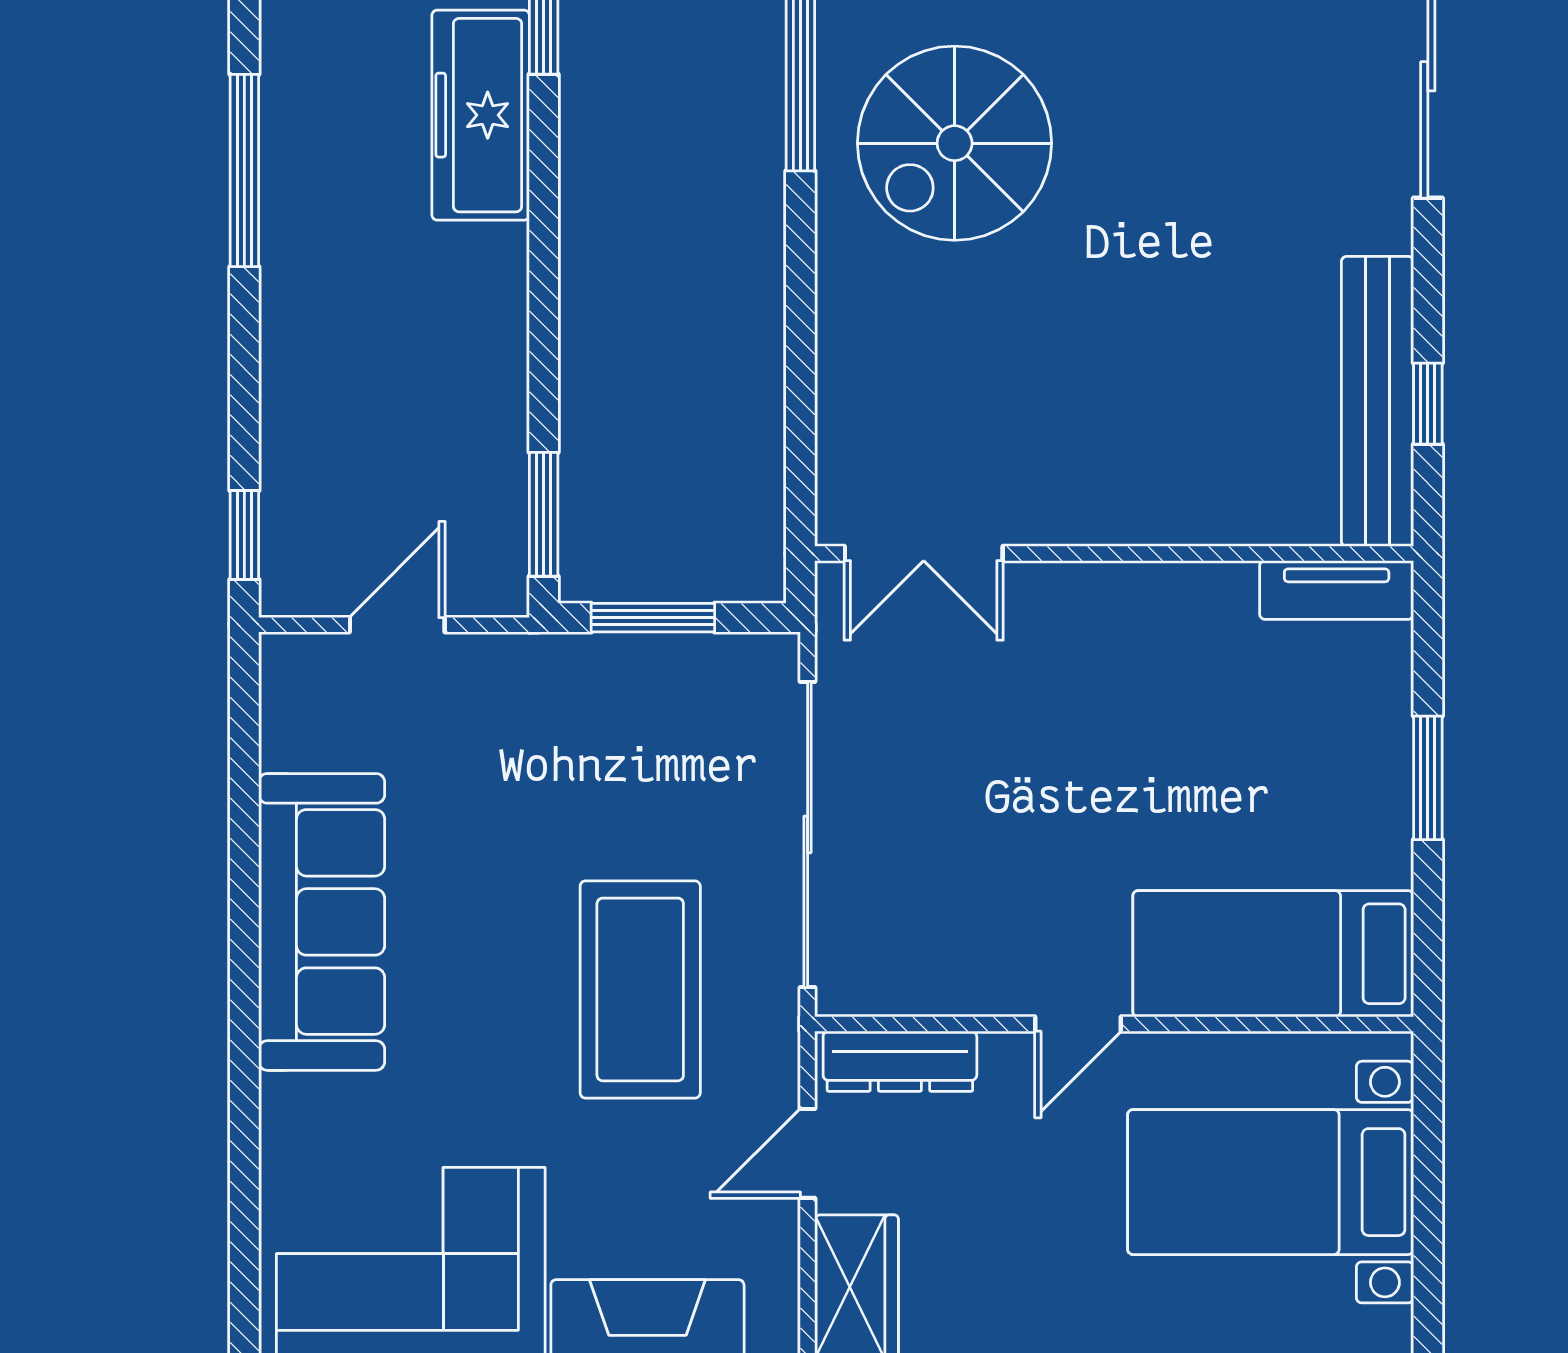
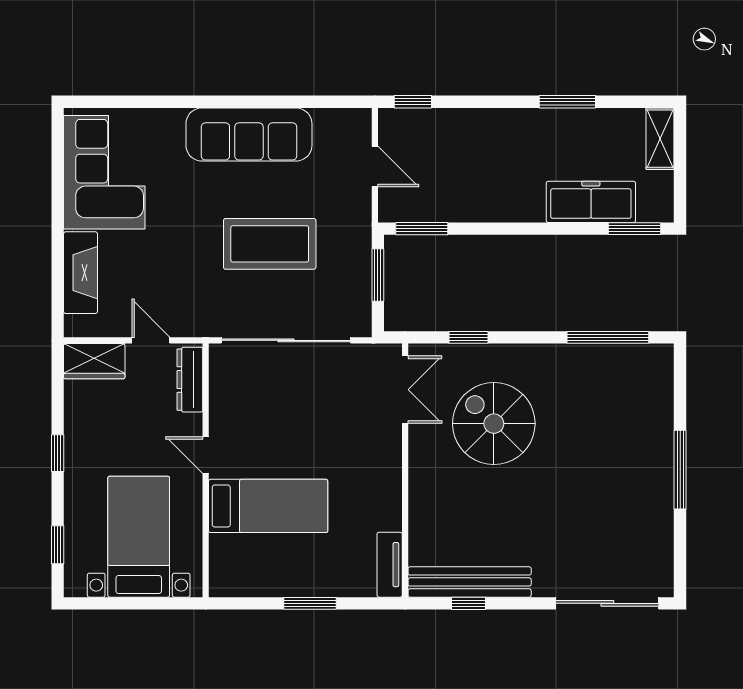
spiral stairs: (955, 143) -> (494, 424), moved
window: (244, 171) -> (567, 102), width x0.69
window: (800, 404) -> (468, 337), added
double door: (924, 553) -> (405, 390), swing flipped
bed: (1273, 954) -> (268, 506), moved, turned 90
coffee table: (640, 989) -> (270, 244), moved

